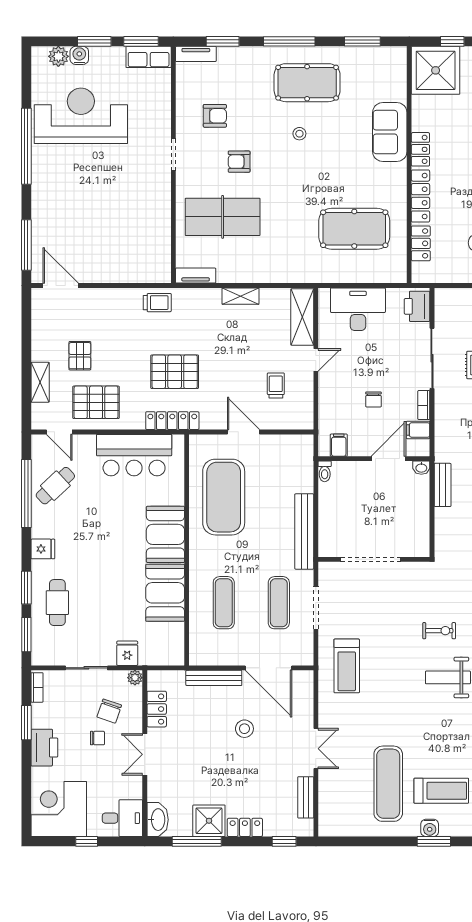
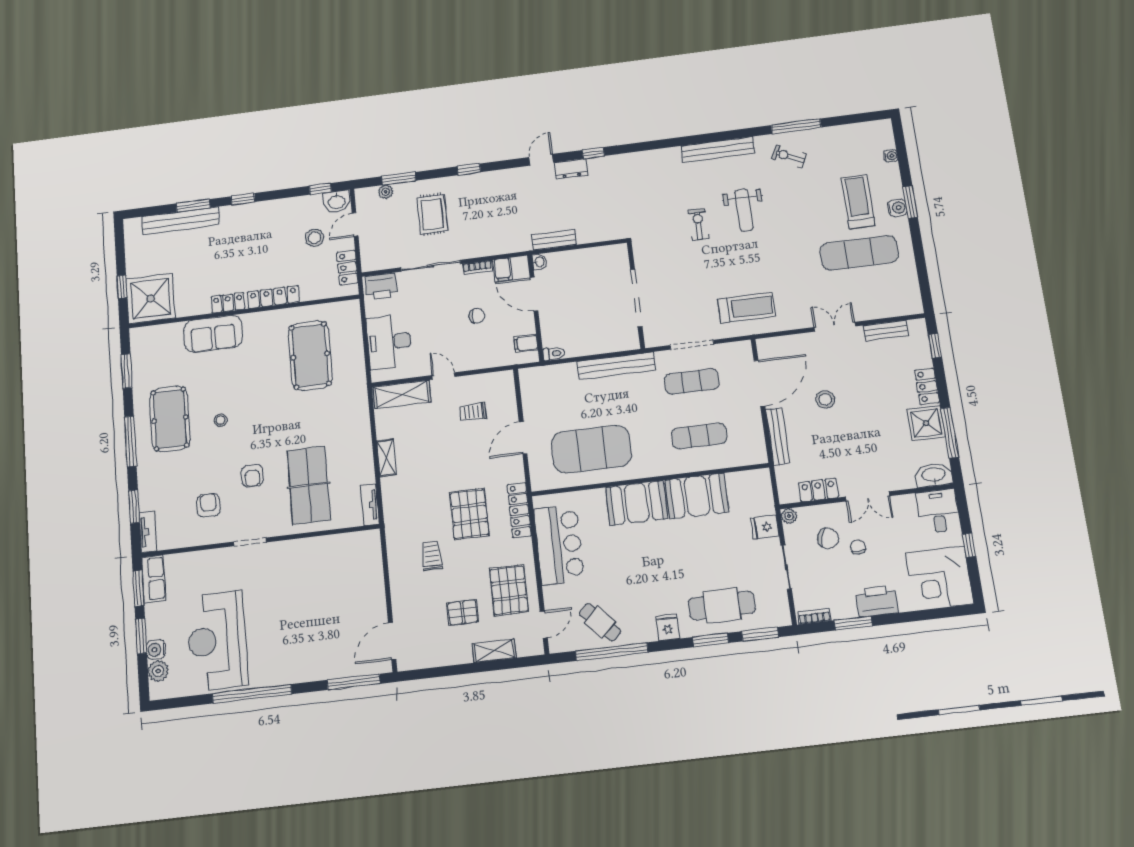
locker: (421, 243) -> (347, 268), moved, turned -90
trolley: (157, 303) -> (432, 556), moved
cafe table: (57, 603) -> (722, 606), width x1.37, depth x1.35

